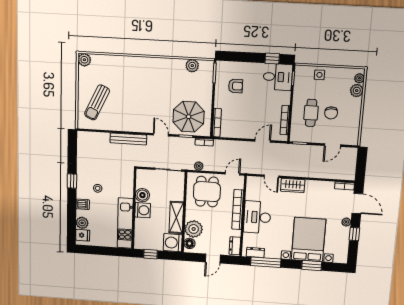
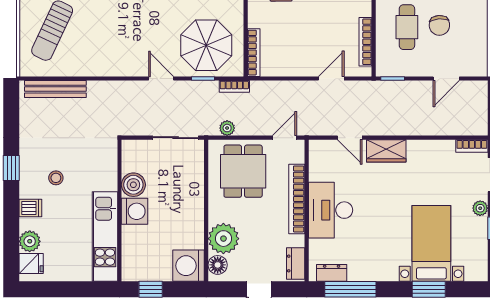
bench: (128, 139) -> (55, 89), moved
shelving: (176, 217) -> (193, 220), removed
bed with nightstands: (309, 240) -> (431, 243), width x0.73

